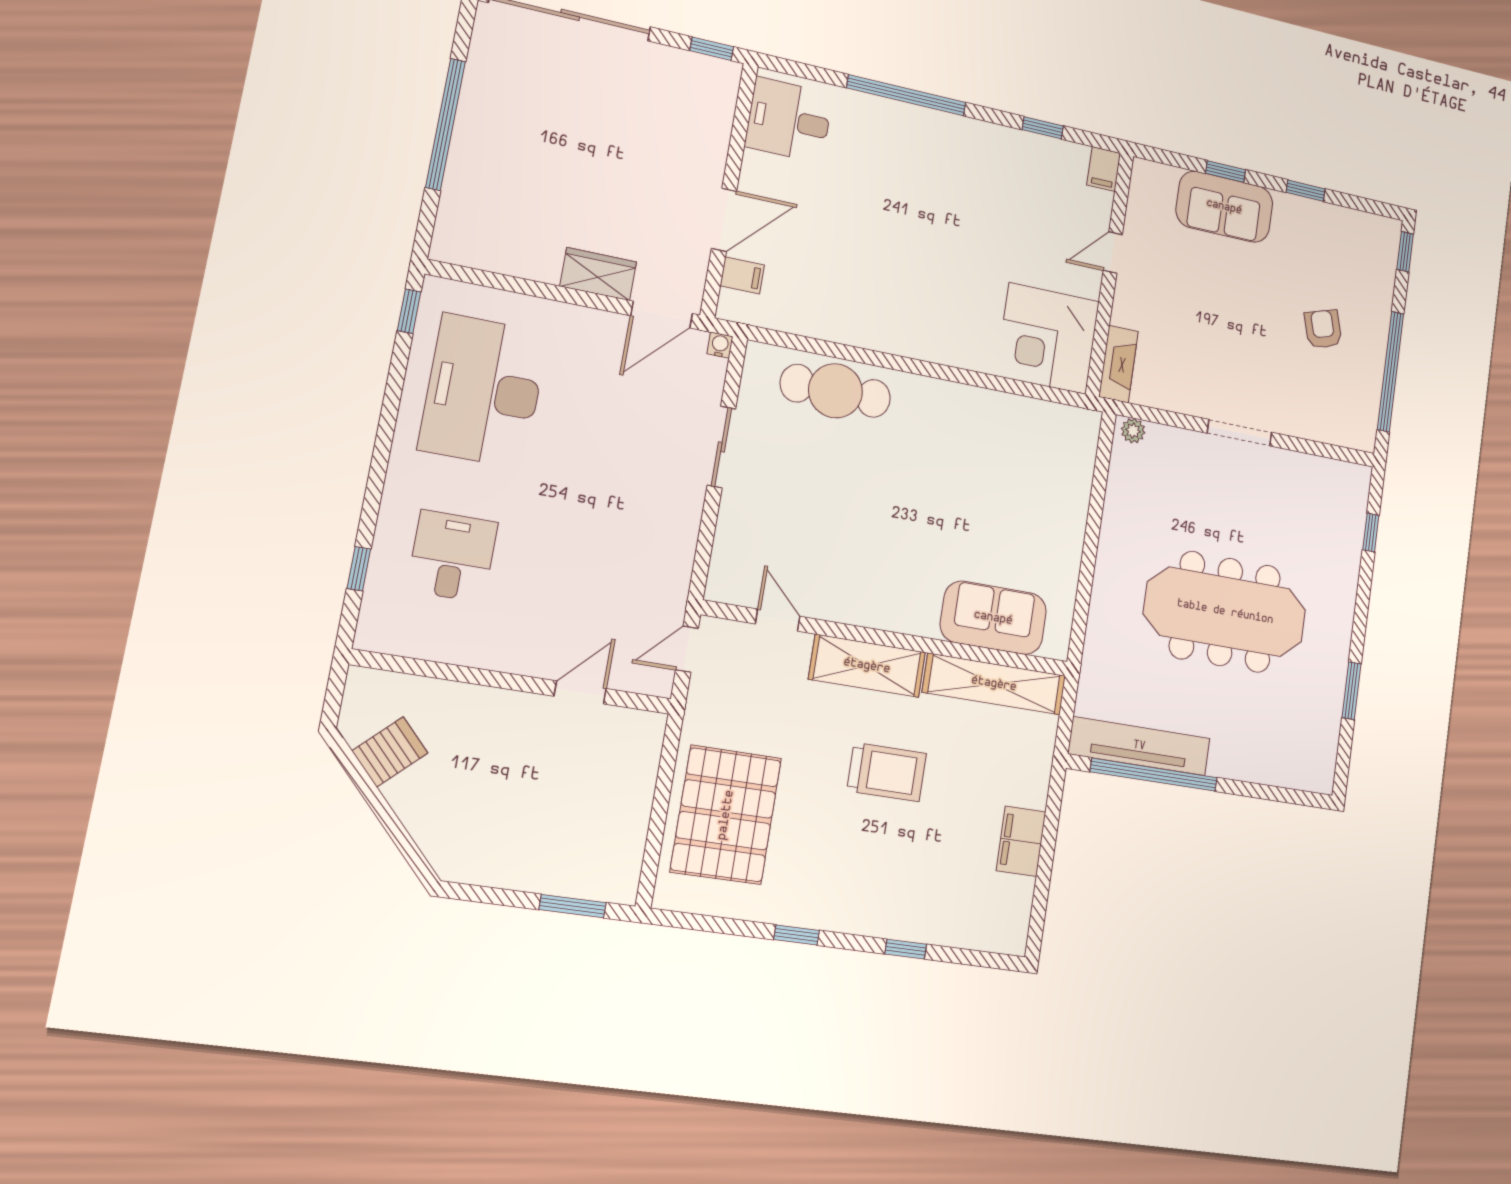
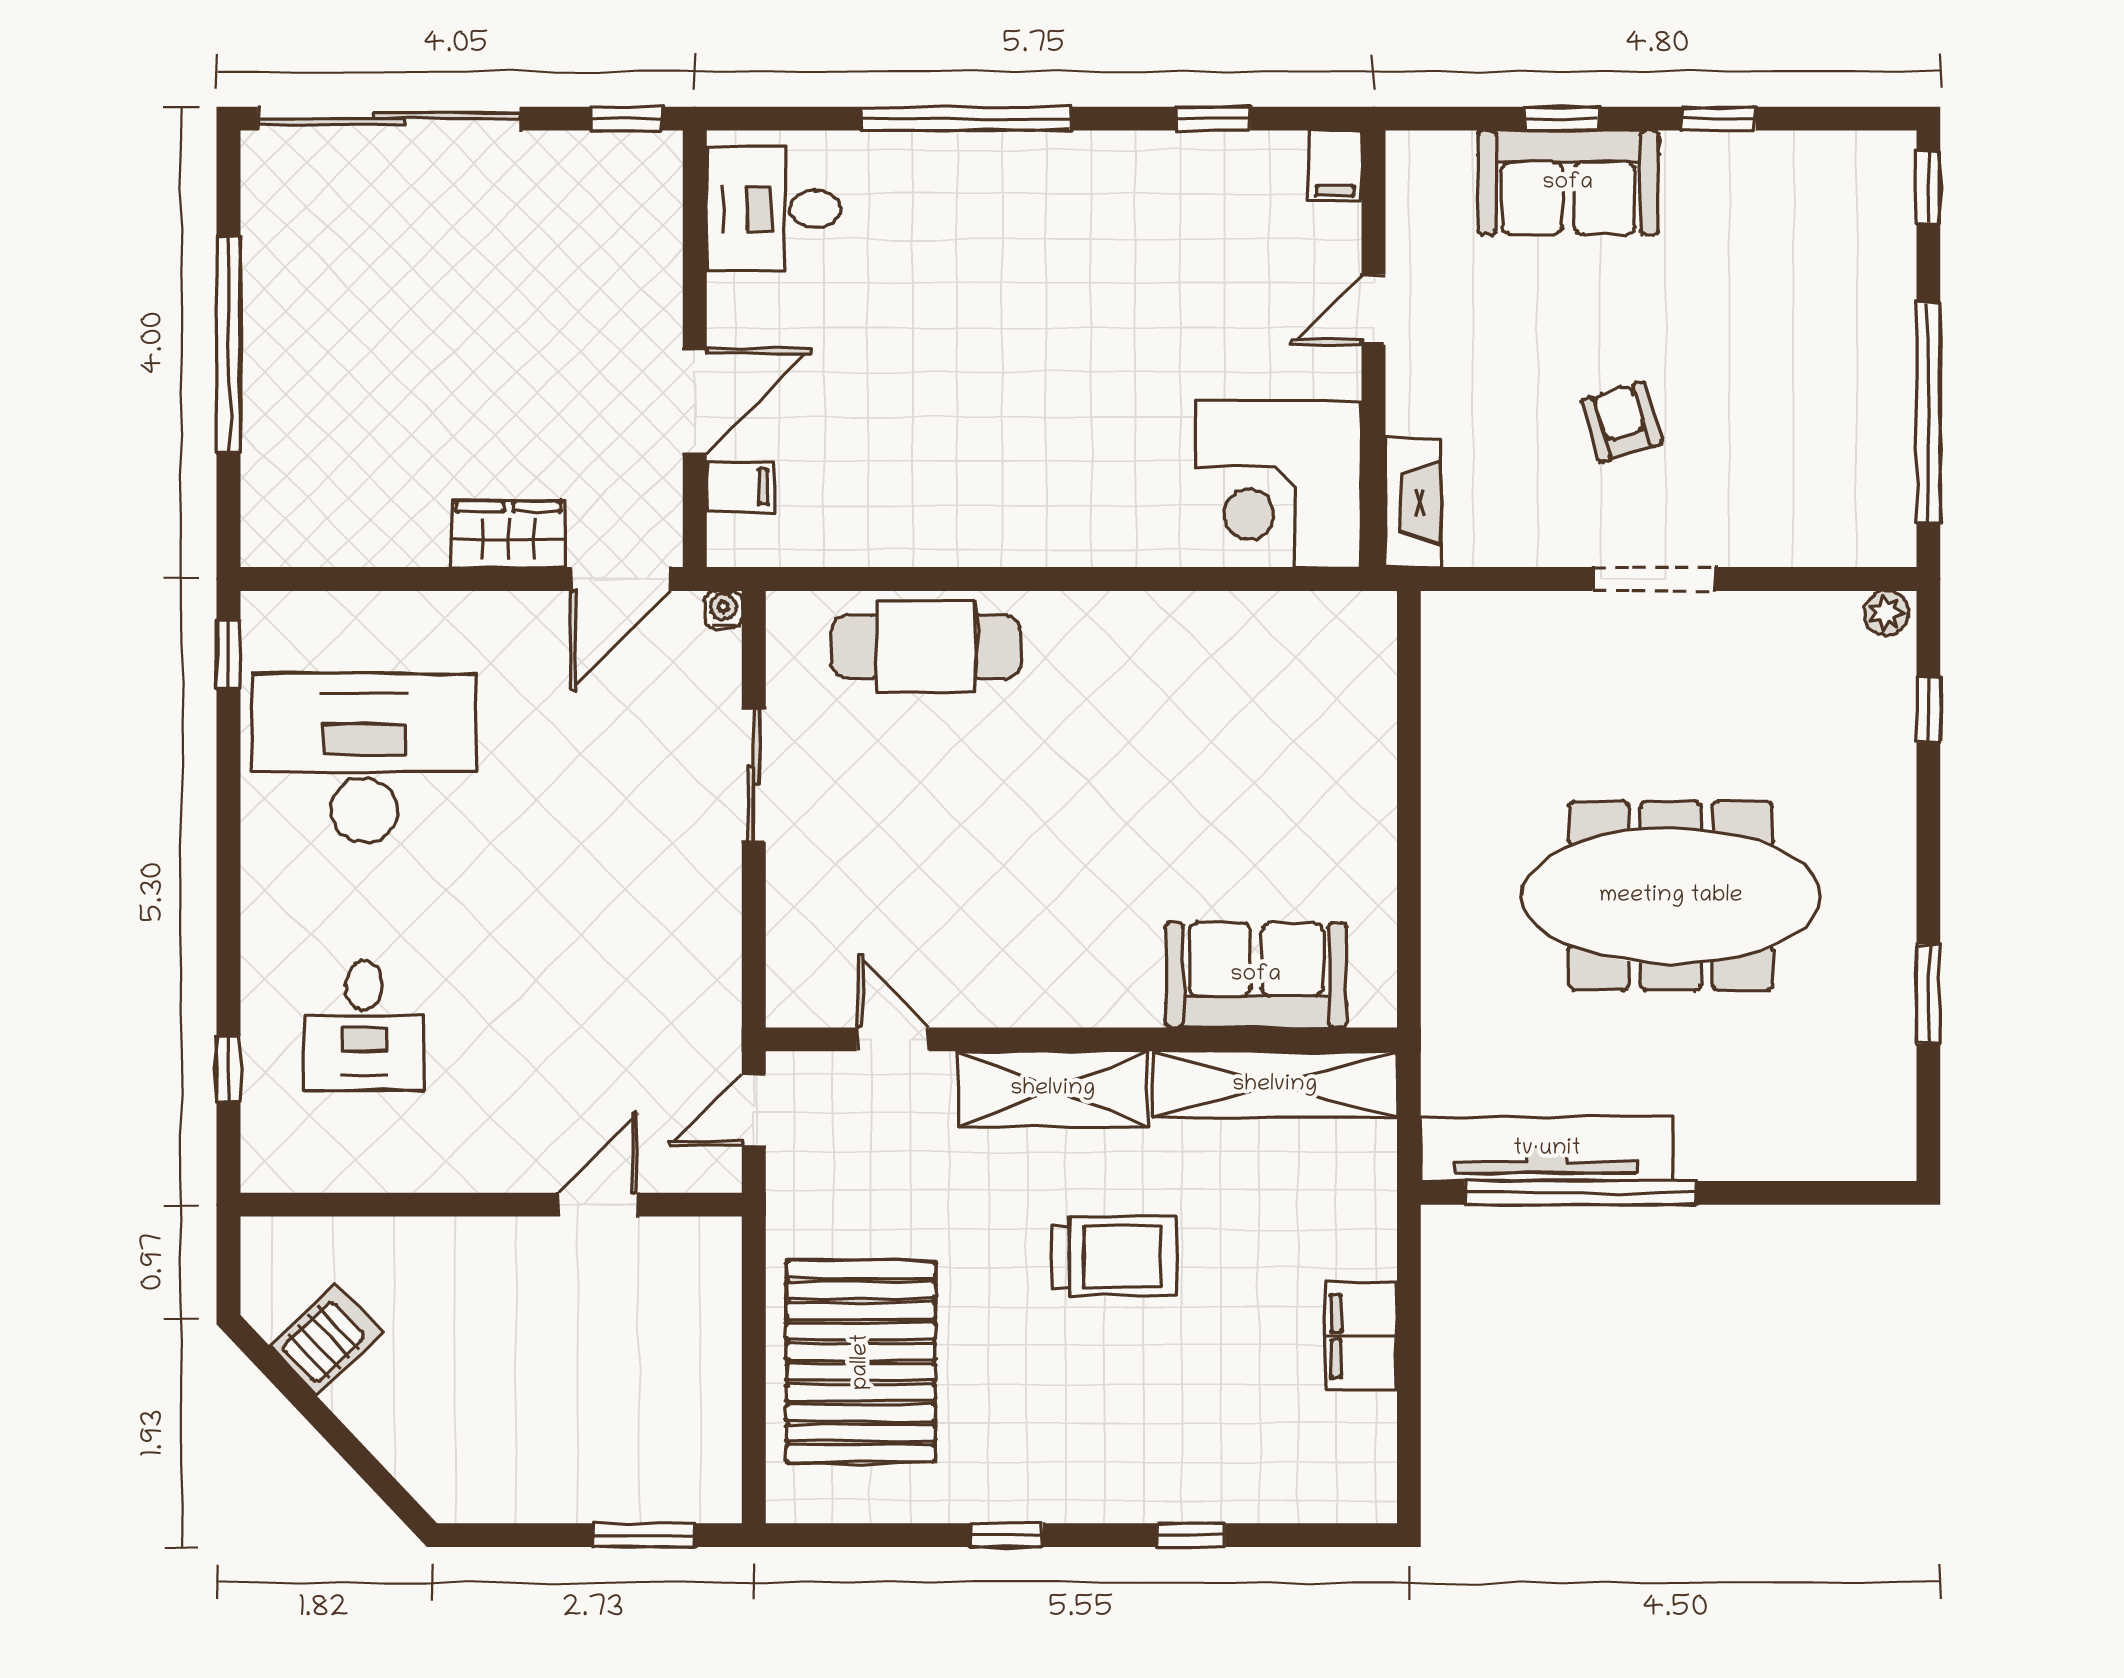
armchair: (1323, 329) -> (1622, 422), moved
desk: (484, 391) -> (364, 758), turned 90
plant: (1133, 431) -> (1886, 613), moved
desk: (452, 556) -> (364, 1026), turned 180

